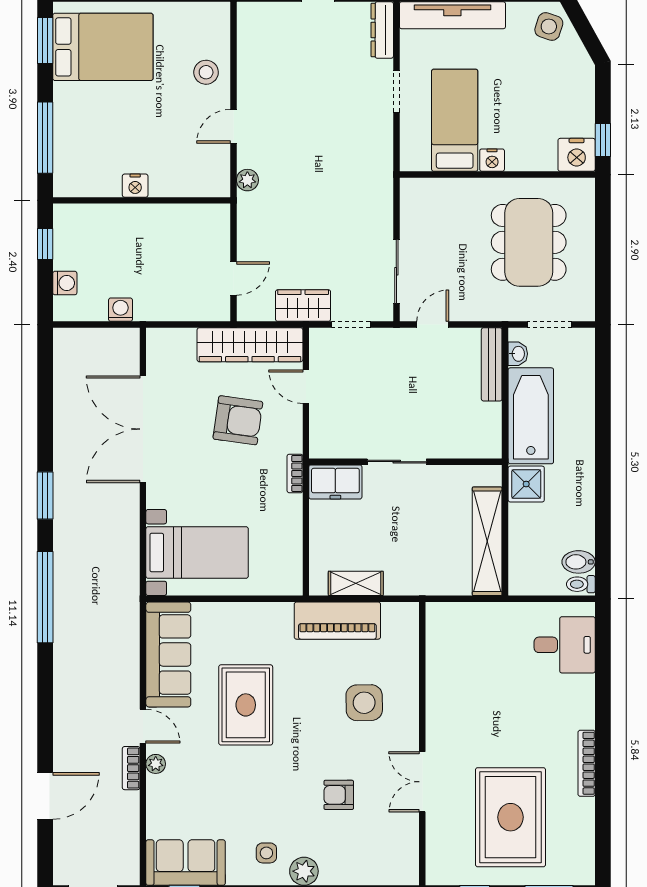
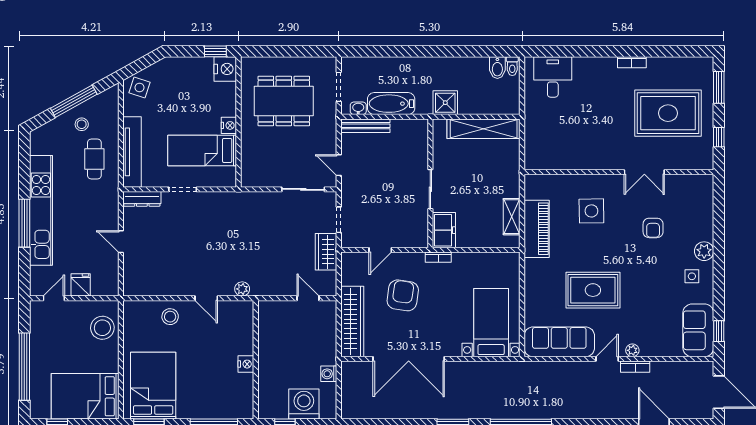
washing machine: (65, 283) -> (304, 404), width x1.89, depth x1.89
wardrobe: (250, 345) -> (352, 321), moved
bathtub: (531, 416) -> (391, 104), width x0.73, depth x0.73
bookcase: (587, 763) -> (632, 62), width x0.64

